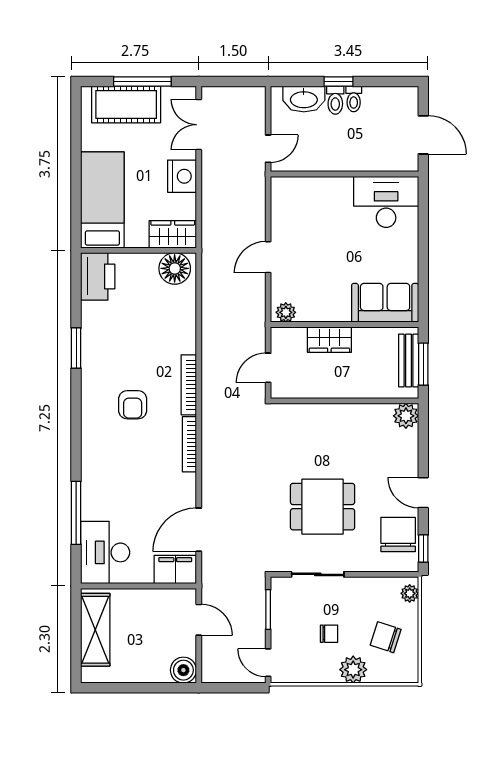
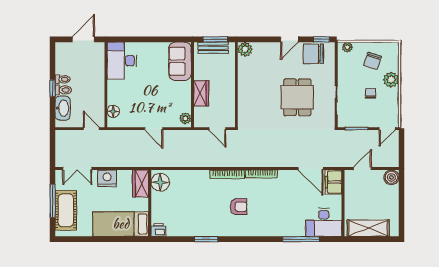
floor lamp: (298, 187) -> (113, 111), added
printer: (98, 276) -> (158, 230), width x0.53, depth x0.68

